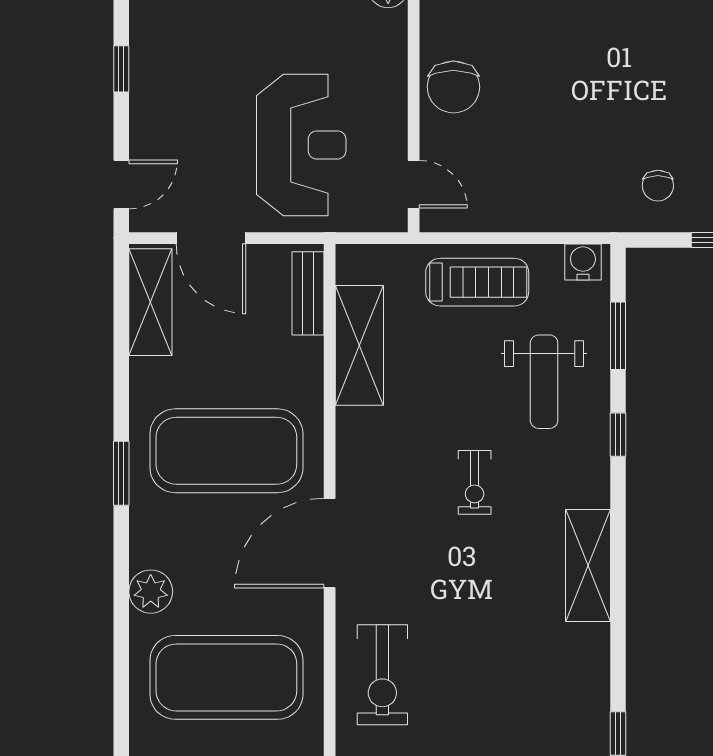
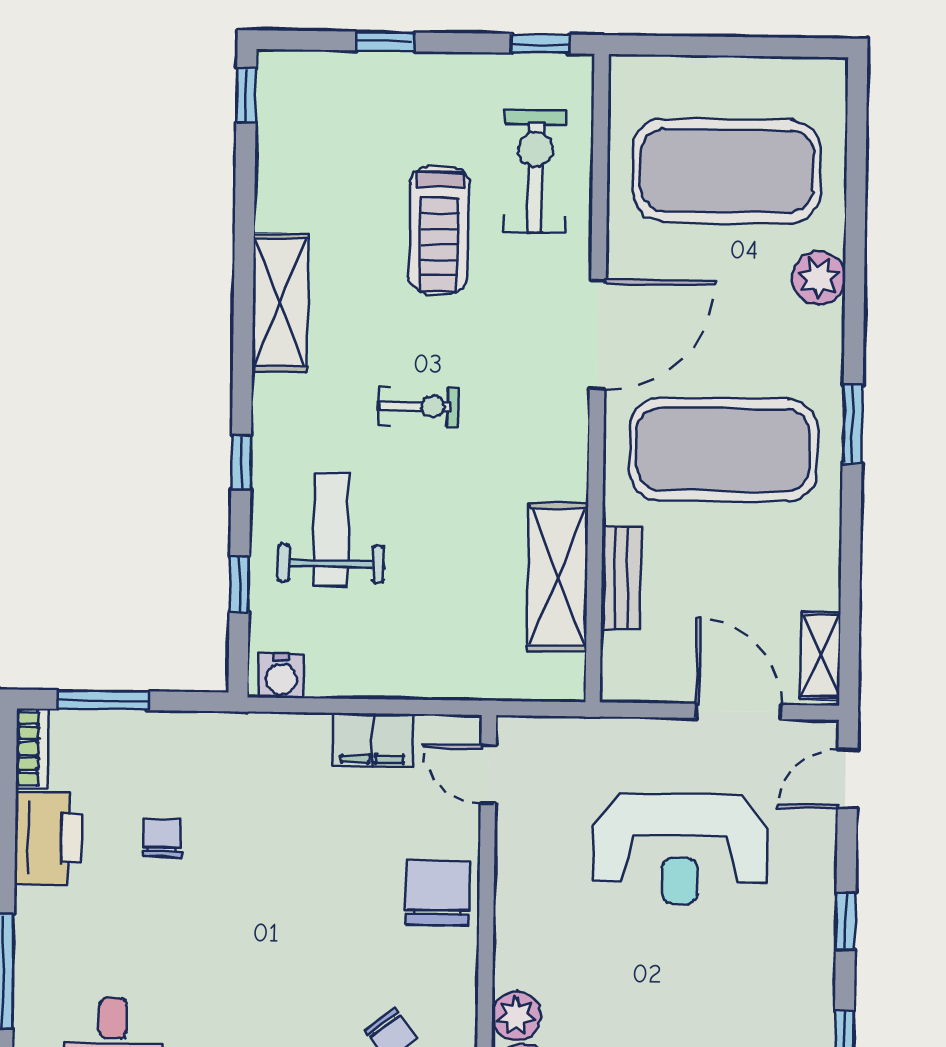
reception desk: (301, 145) -> (680, 849), moved, turned -90
chair: (658, 186) -> (162, 838), moved
filing cabinet: (508, 211) -> (373, 740), added
treadmill: (477, 282) -> (439, 230), moved, turned -90
bench: (308, 293) -> (621, 578), moved
shelving: (150, 302) -> (820, 656), width x0.67, depth x0.75
window: (618, 336) -> (239, 584), width x0.67
exercise bike: (475, 482) -> (418, 406), turned 90

